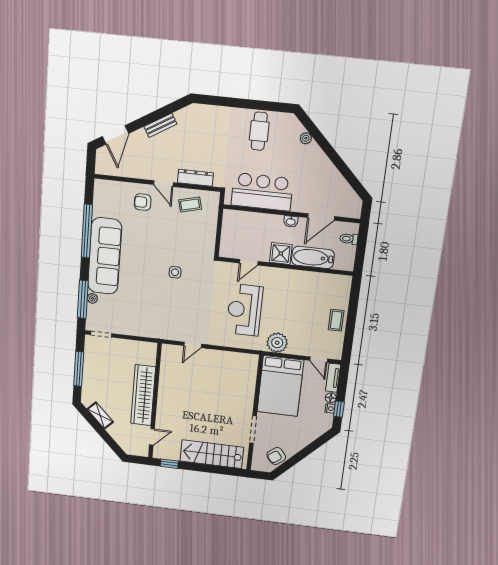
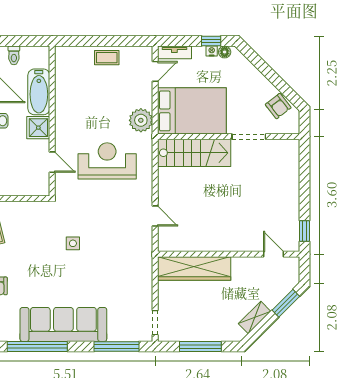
plant: (92, 298) -> (114, 335), removed
reception desk: (245, 310) -> (107, 161), turned 180
wardrobe: (143, 395) -> (194, 268), moved
floor lamp: (331, 398) -> (225, 52), moved
window: (110, 442) -> (286, 303), added
stairs: (212, 454) -> (194, 153), moved, turned -90

